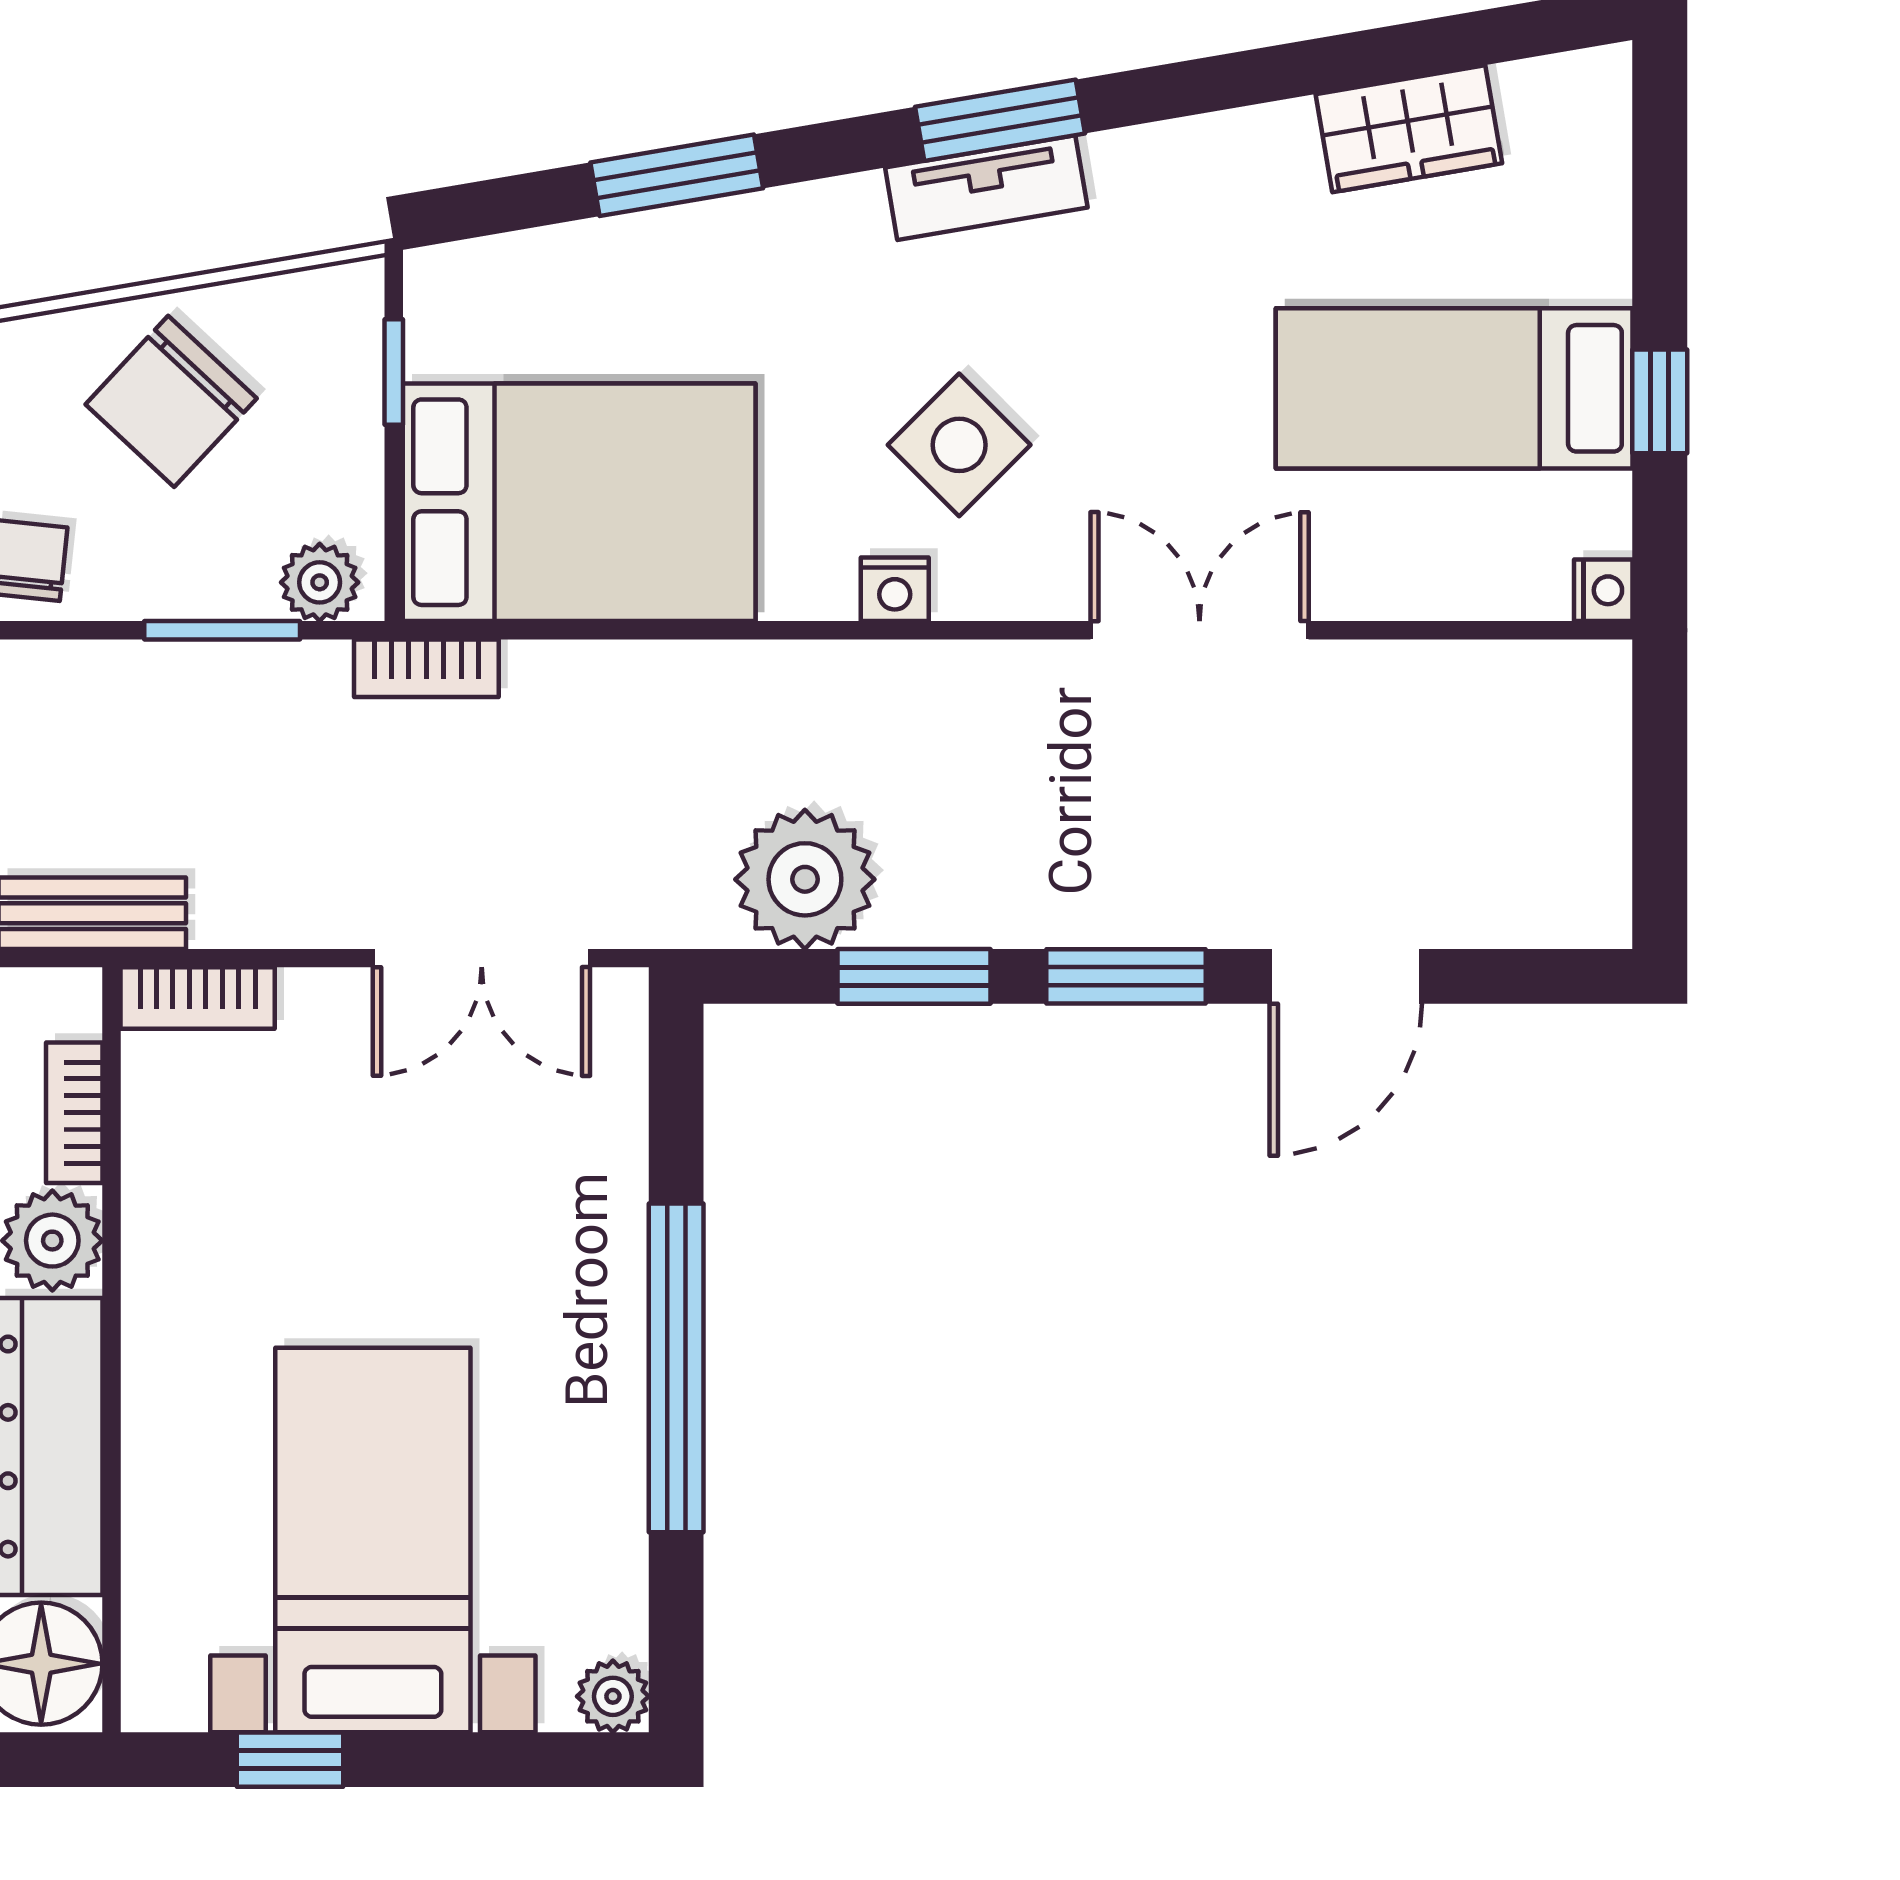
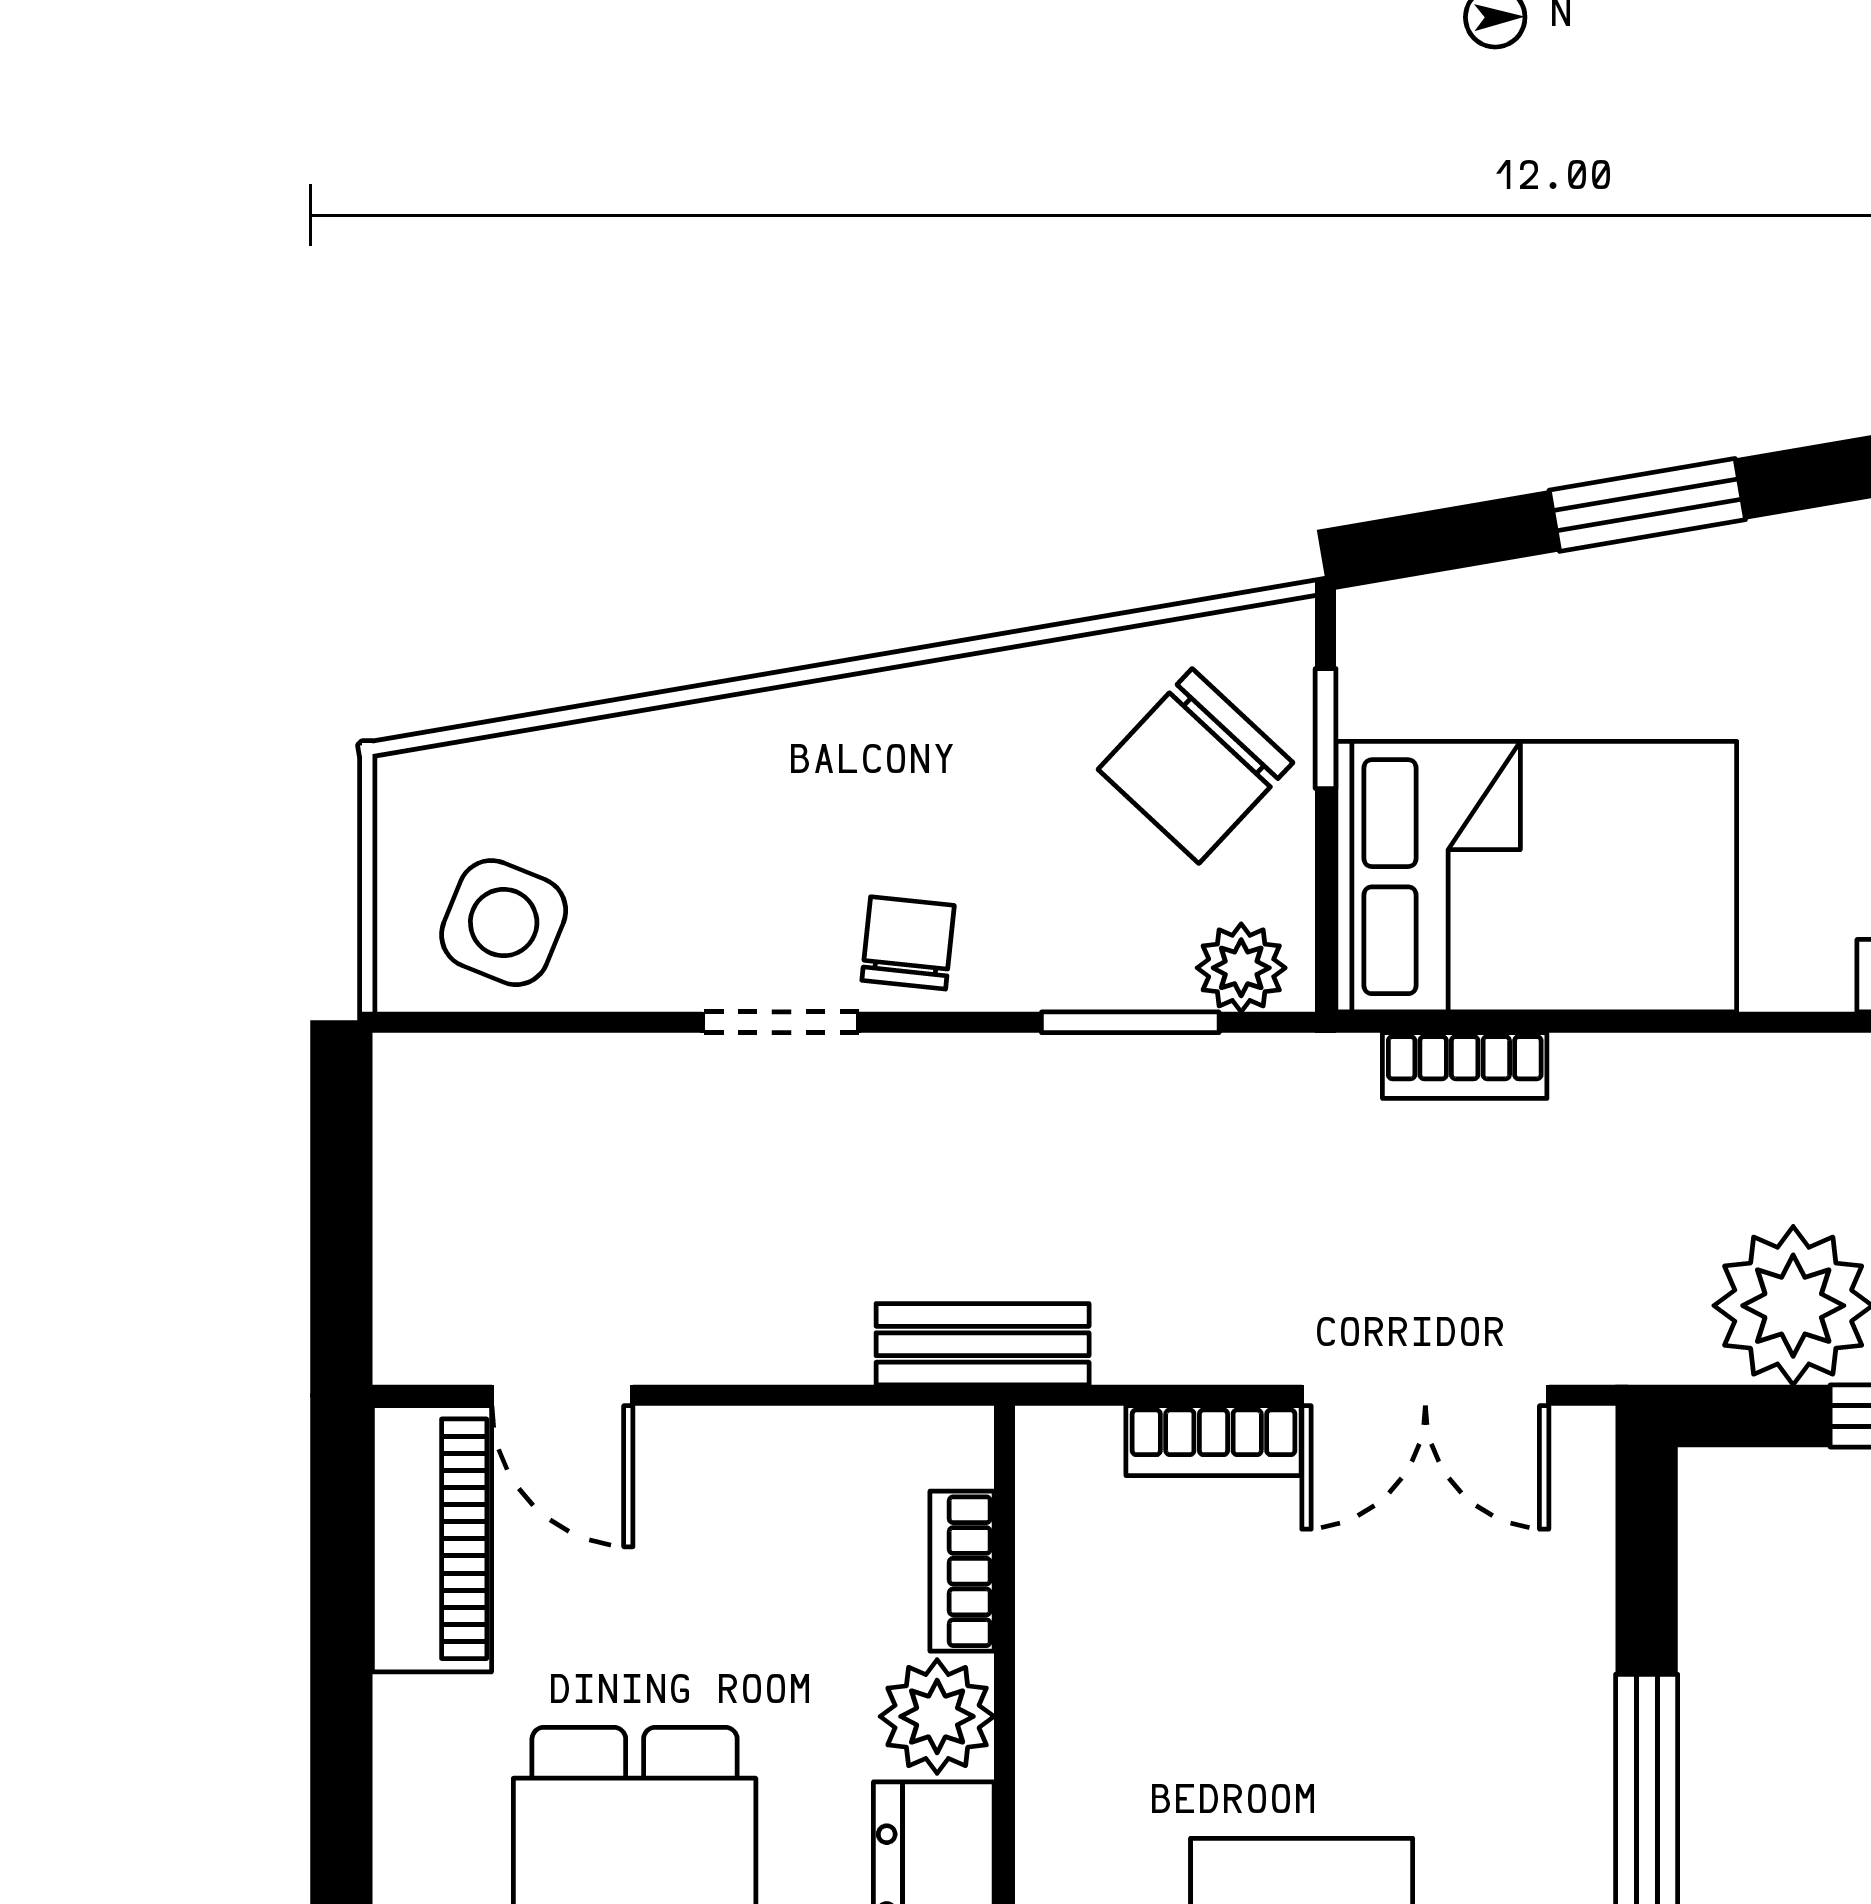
chair: (171, 401) -> (1195, 766), moved
bookcase: (426, 668) -> (1465, 1066), moved
bookcase: (198, 998) -> (1214, 1441), moved

